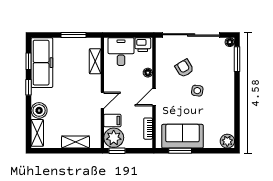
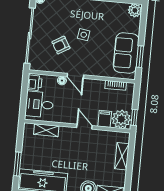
window: (73, 35) -> (17, 164), moved
door: (154, 97) -> (75, 76), moved

